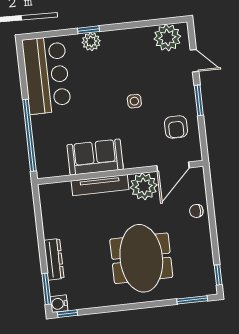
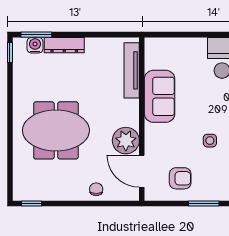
armchair: (176, 127) -> (180, 178), turned 180
window: (29, 135) -> (188, 35), removed
tv unit: (100, 185) -> (132, 70), moved
window: (192, 300) -> (10, 176), removed
water cooler: (59, 304) -> (35, 45), moved

